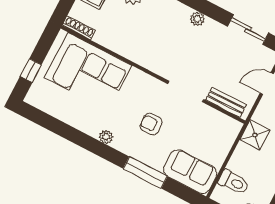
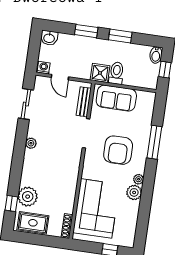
armchair: (151, 124) -> (118, 150), width x1.88, depth x1.88
plant: (92, 126) -> (134, 192), added
sofa: (190, 171) -> (116, 98), moved, turned -90
toilet: (234, 182) -> (116, 73), moved

